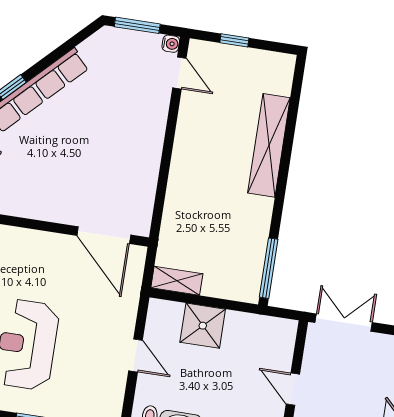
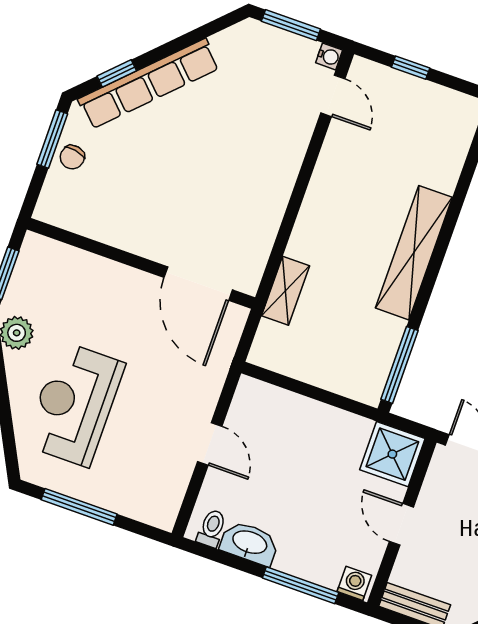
shelving: (269, 145) -> (414, 253), moved
shelving: (177, 281) -> (286, 291), moved, turned 90
shower: (203, 326) -> (392, 454), moved

